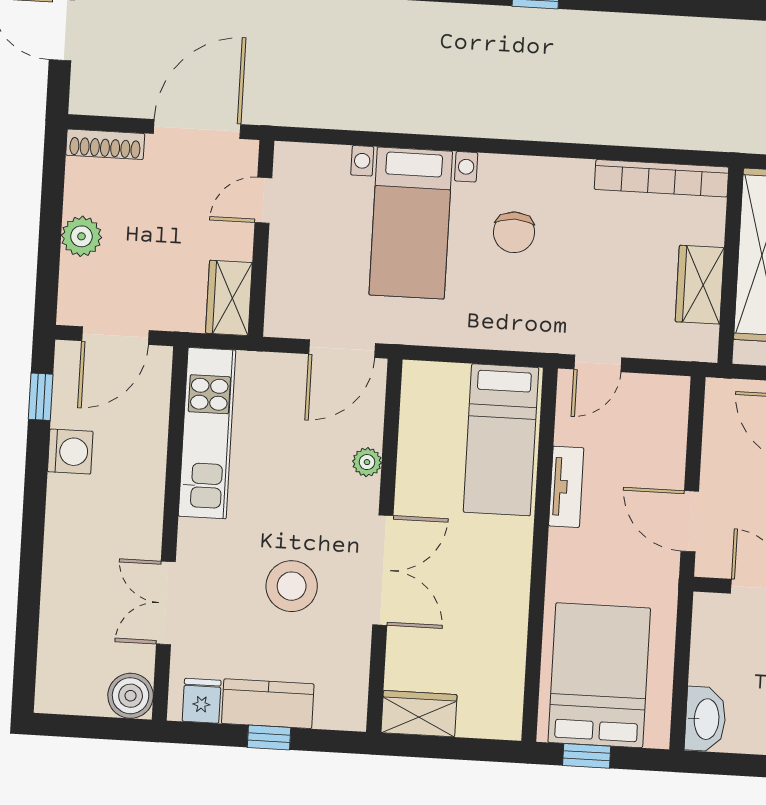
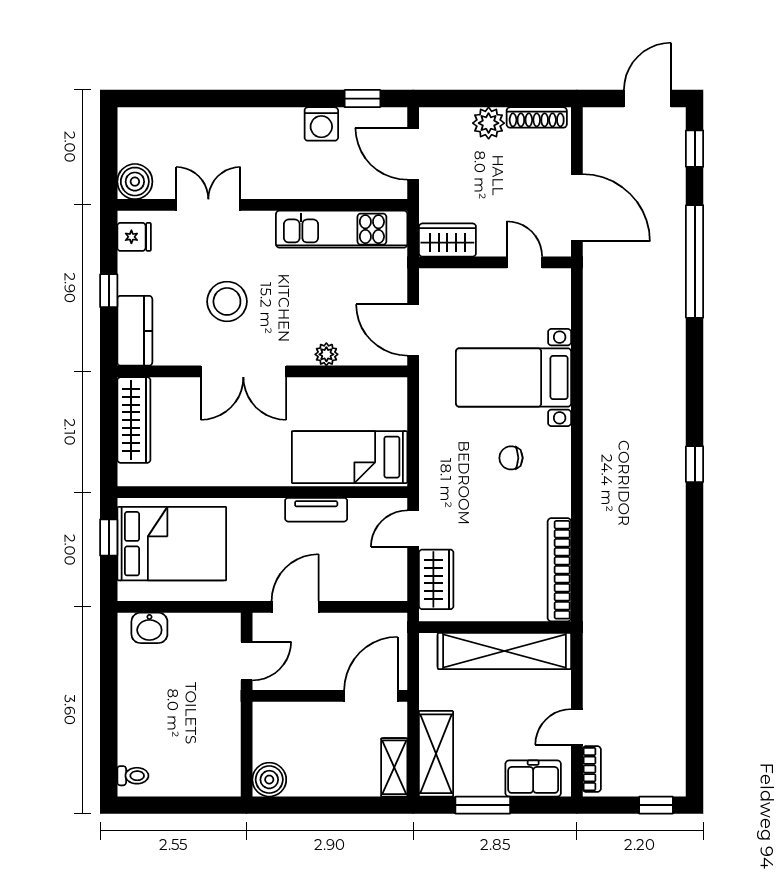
shoe rack: (105, 144) -> (537, 117), moved, turned -90
chair: (514, 232) -> (511, 458), width x0.73, depth x0.73
wardrobe: (700, 285) -> (436, 579), moved, turned 90
door: (598, 363) -> (413, 529), hinge flipped
kitchen counter: (268, 704) -> (135, 331), moved
wardrobe: (419, 714) -> (134, 420), width x1.50
washbasin: (705, 719) -> (149, 628), width x0.72

